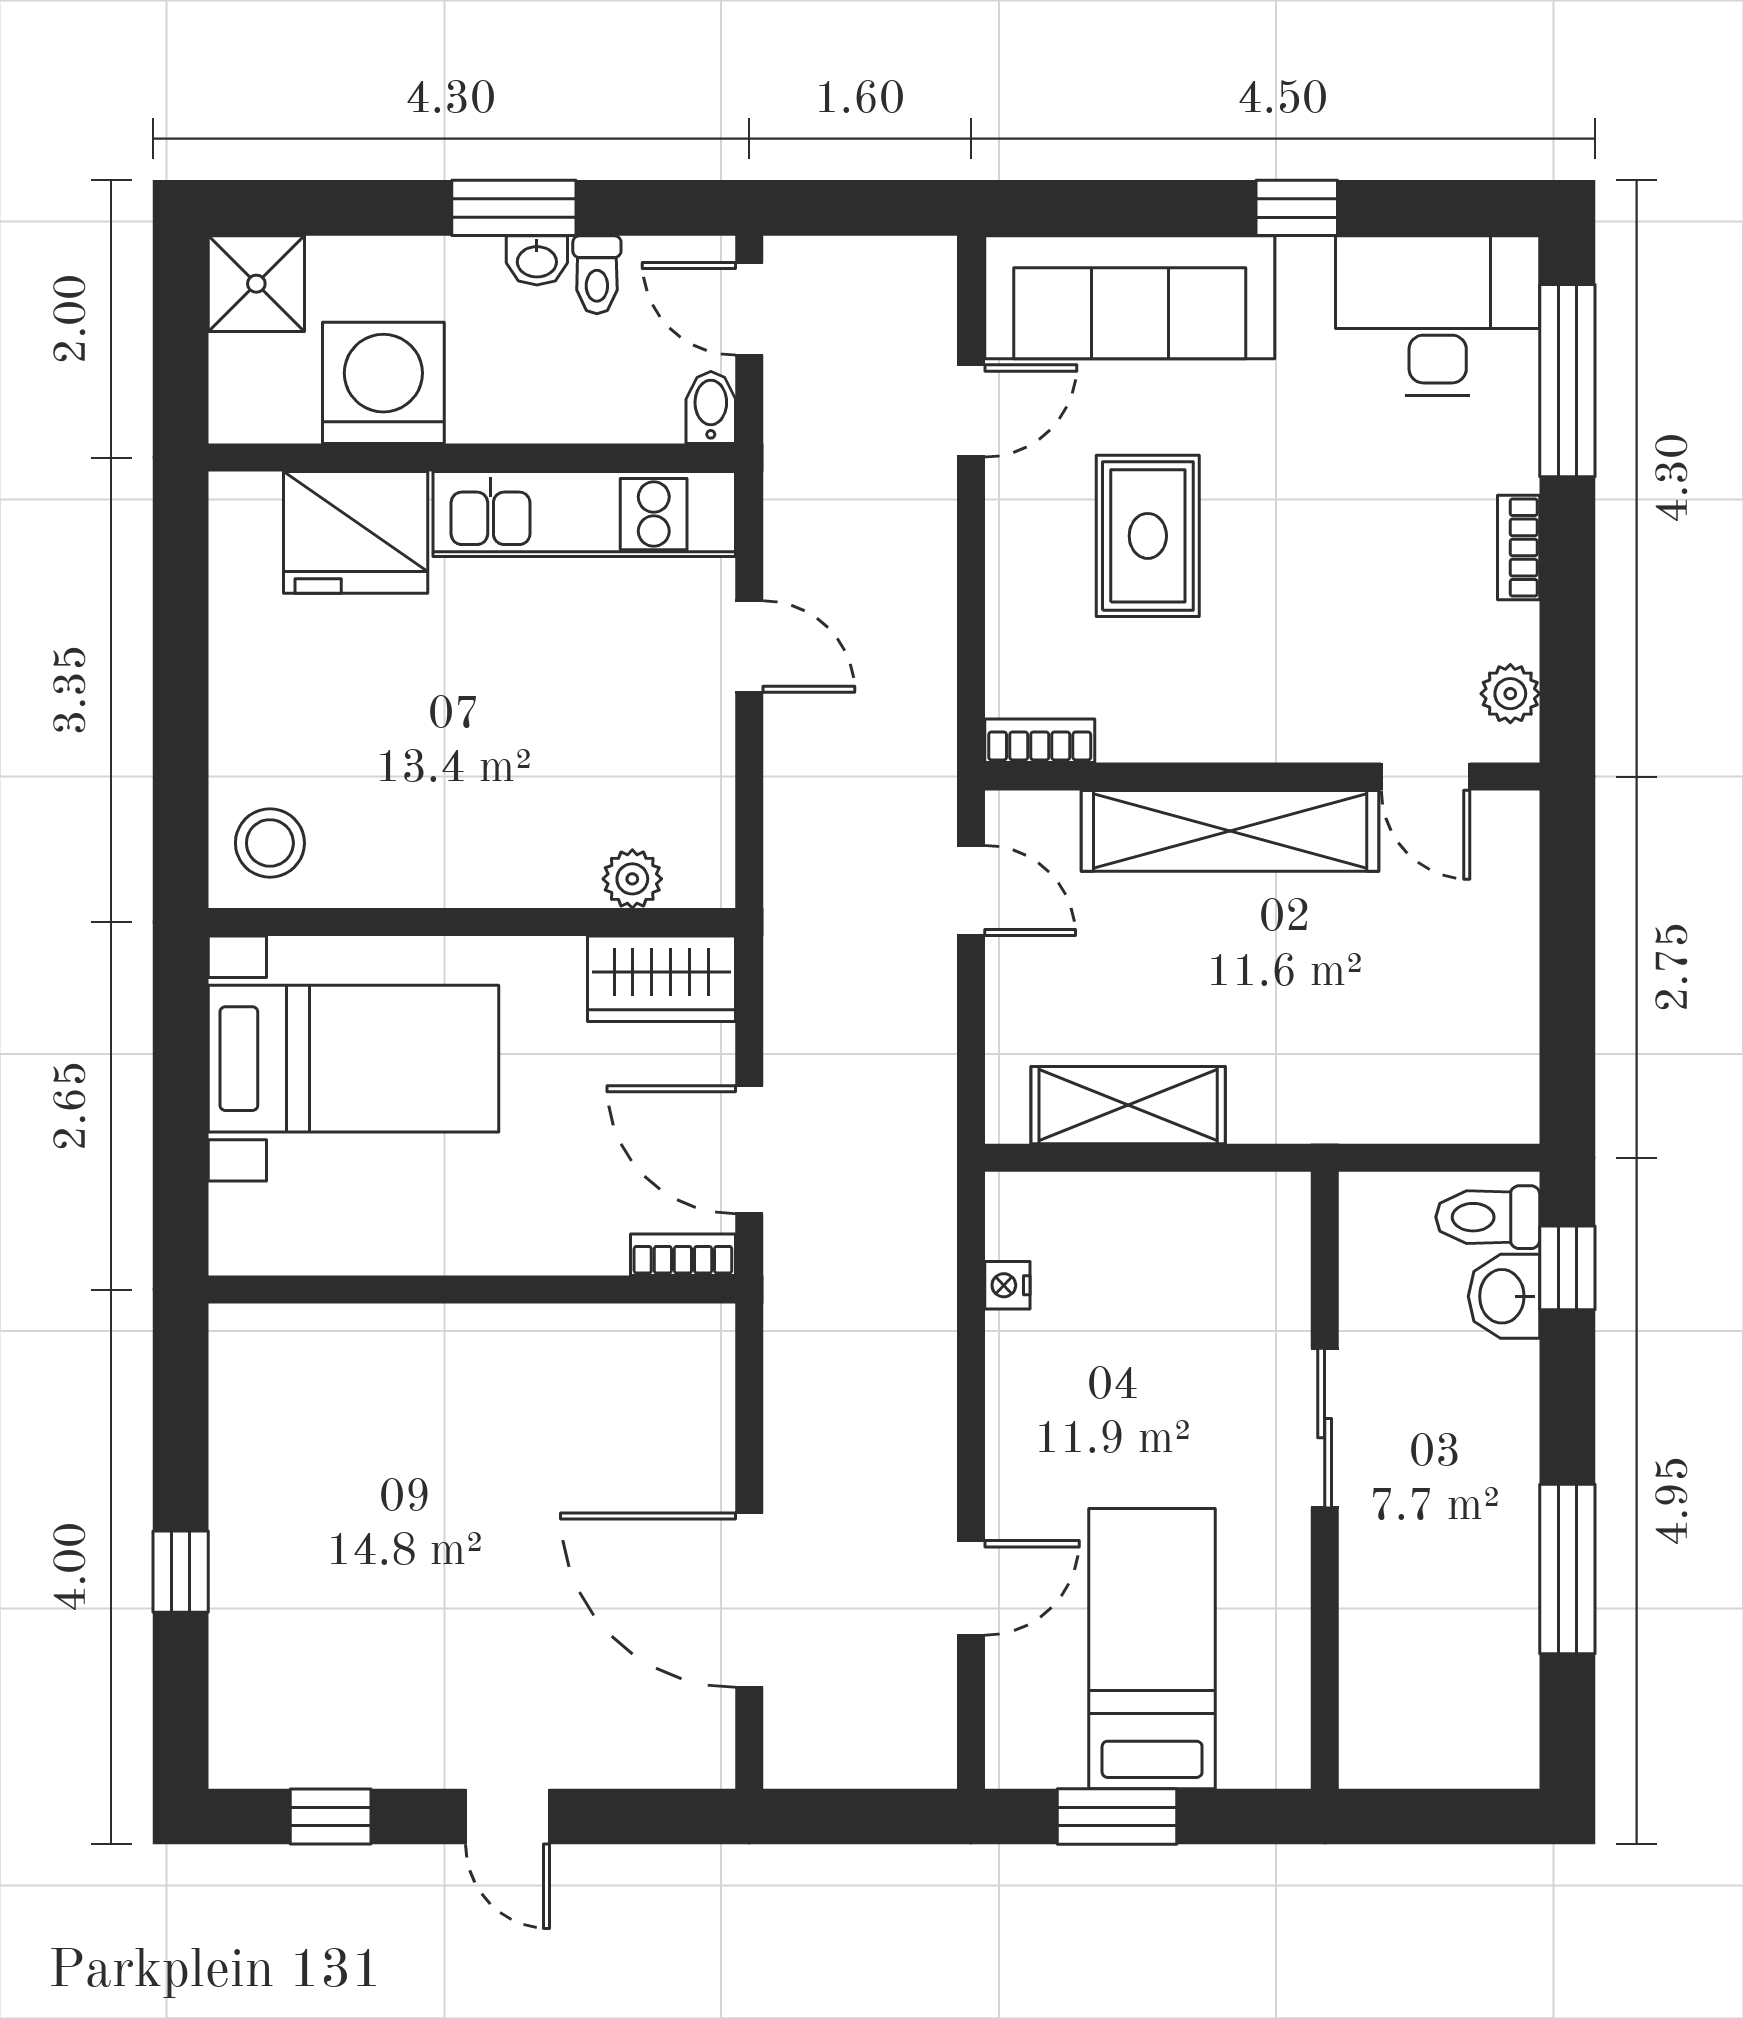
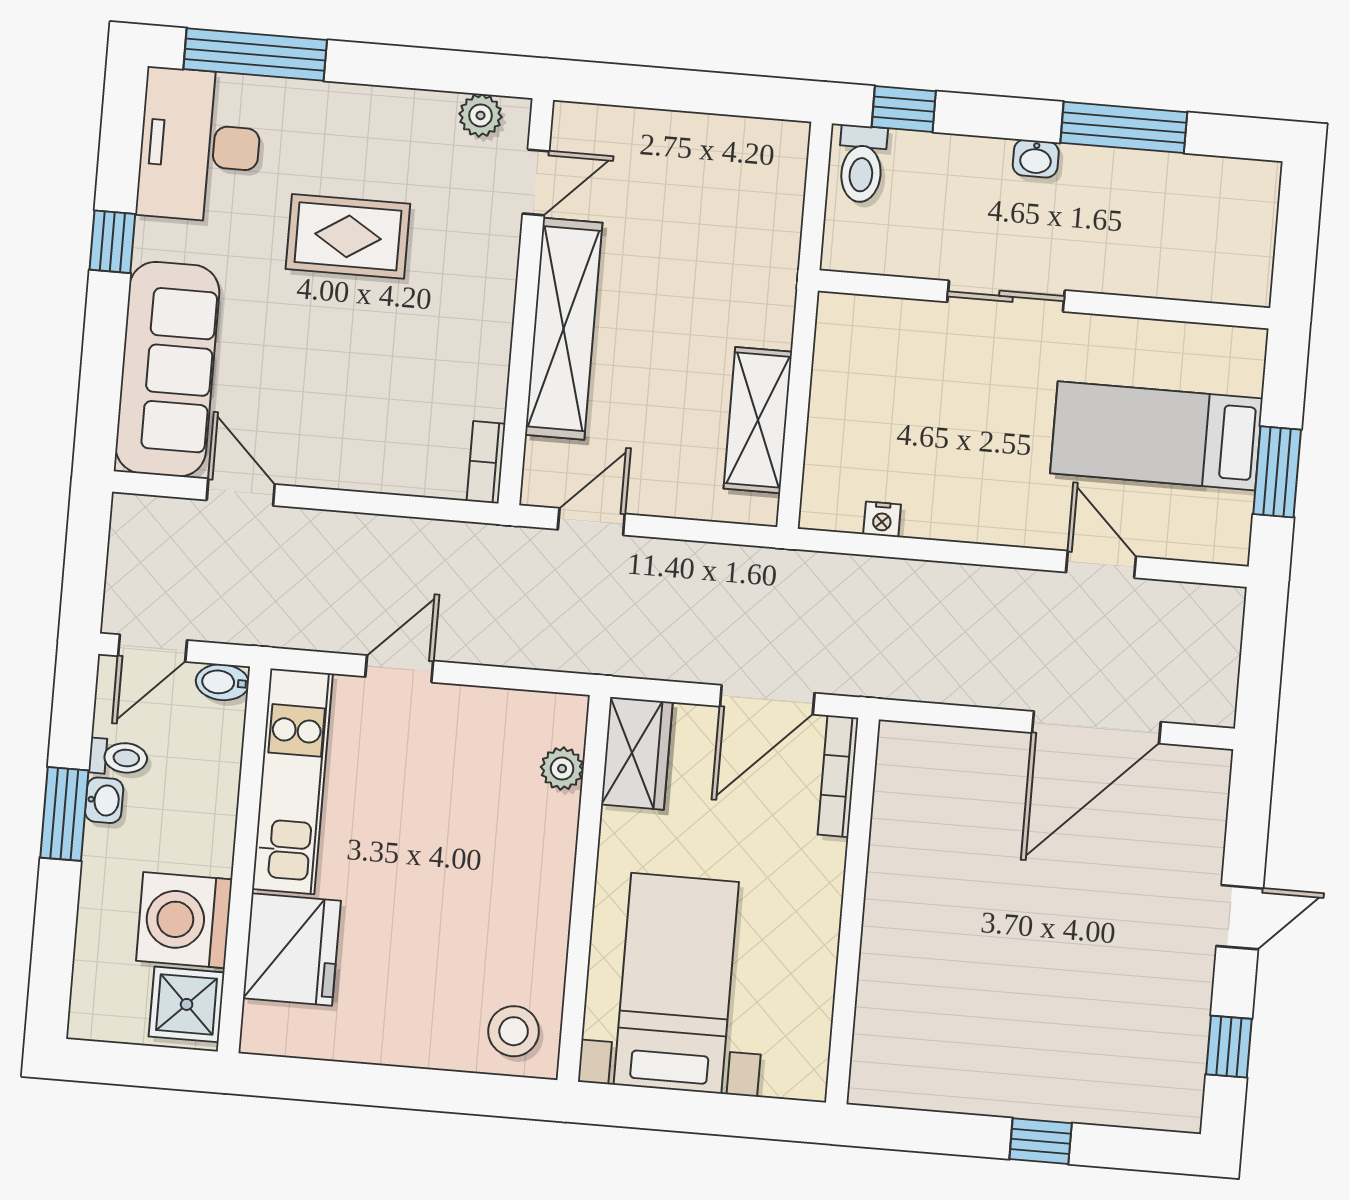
shower: (256, 284) -> (187, 1004), moved
rug: (1148, 536) -> (348, 236), moved
bookcase: (1519, 547) -> (374, 100), removed
bookcase: (683, 1255) -> (838, 776), width x1.56
washbasin: (1504, 1296) -> (1036, 159), moved, width x0.72, depth x0.69

